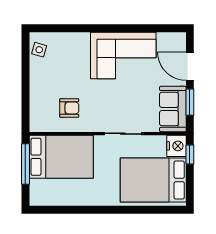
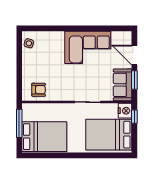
armchair: (69, 108) -> (39, 90), moved
bed: (61, 157) -> (44, 137), moved

